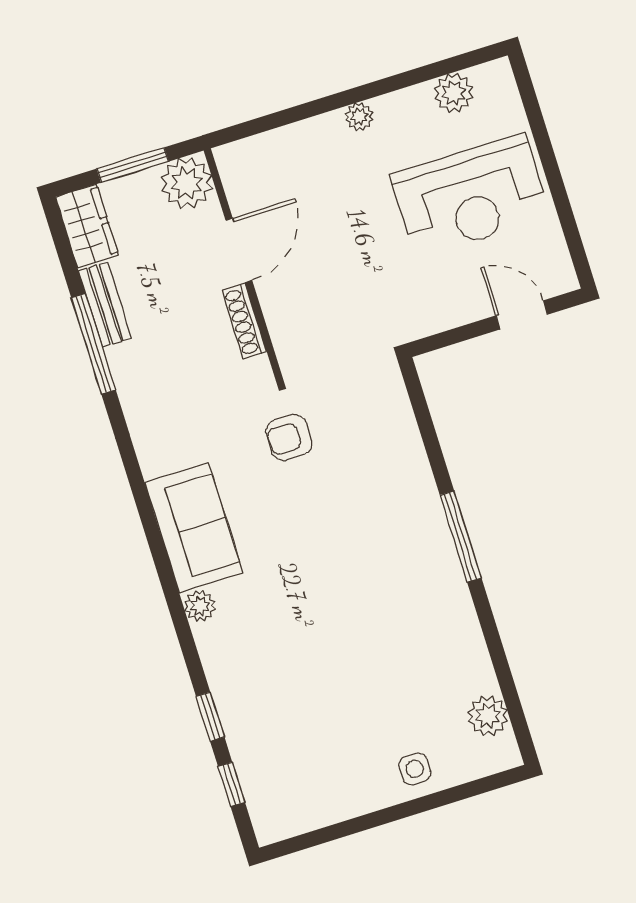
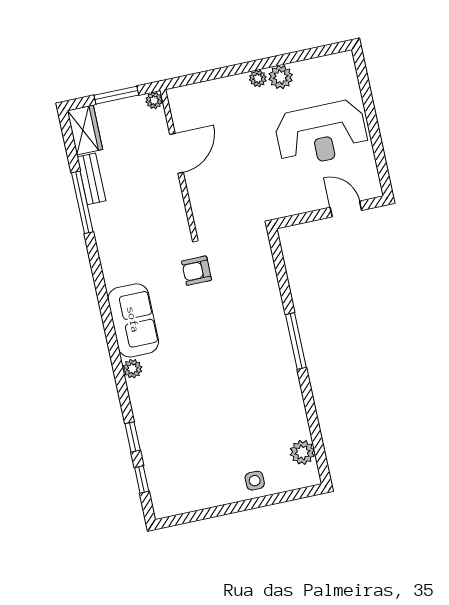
plant: (454, 93) -> (281, 77), moved
plant: (187, 183) -> (154, 100), width x0.53, depth x0.53
shoe rack: (244, 321) -> (176, 197), removed

